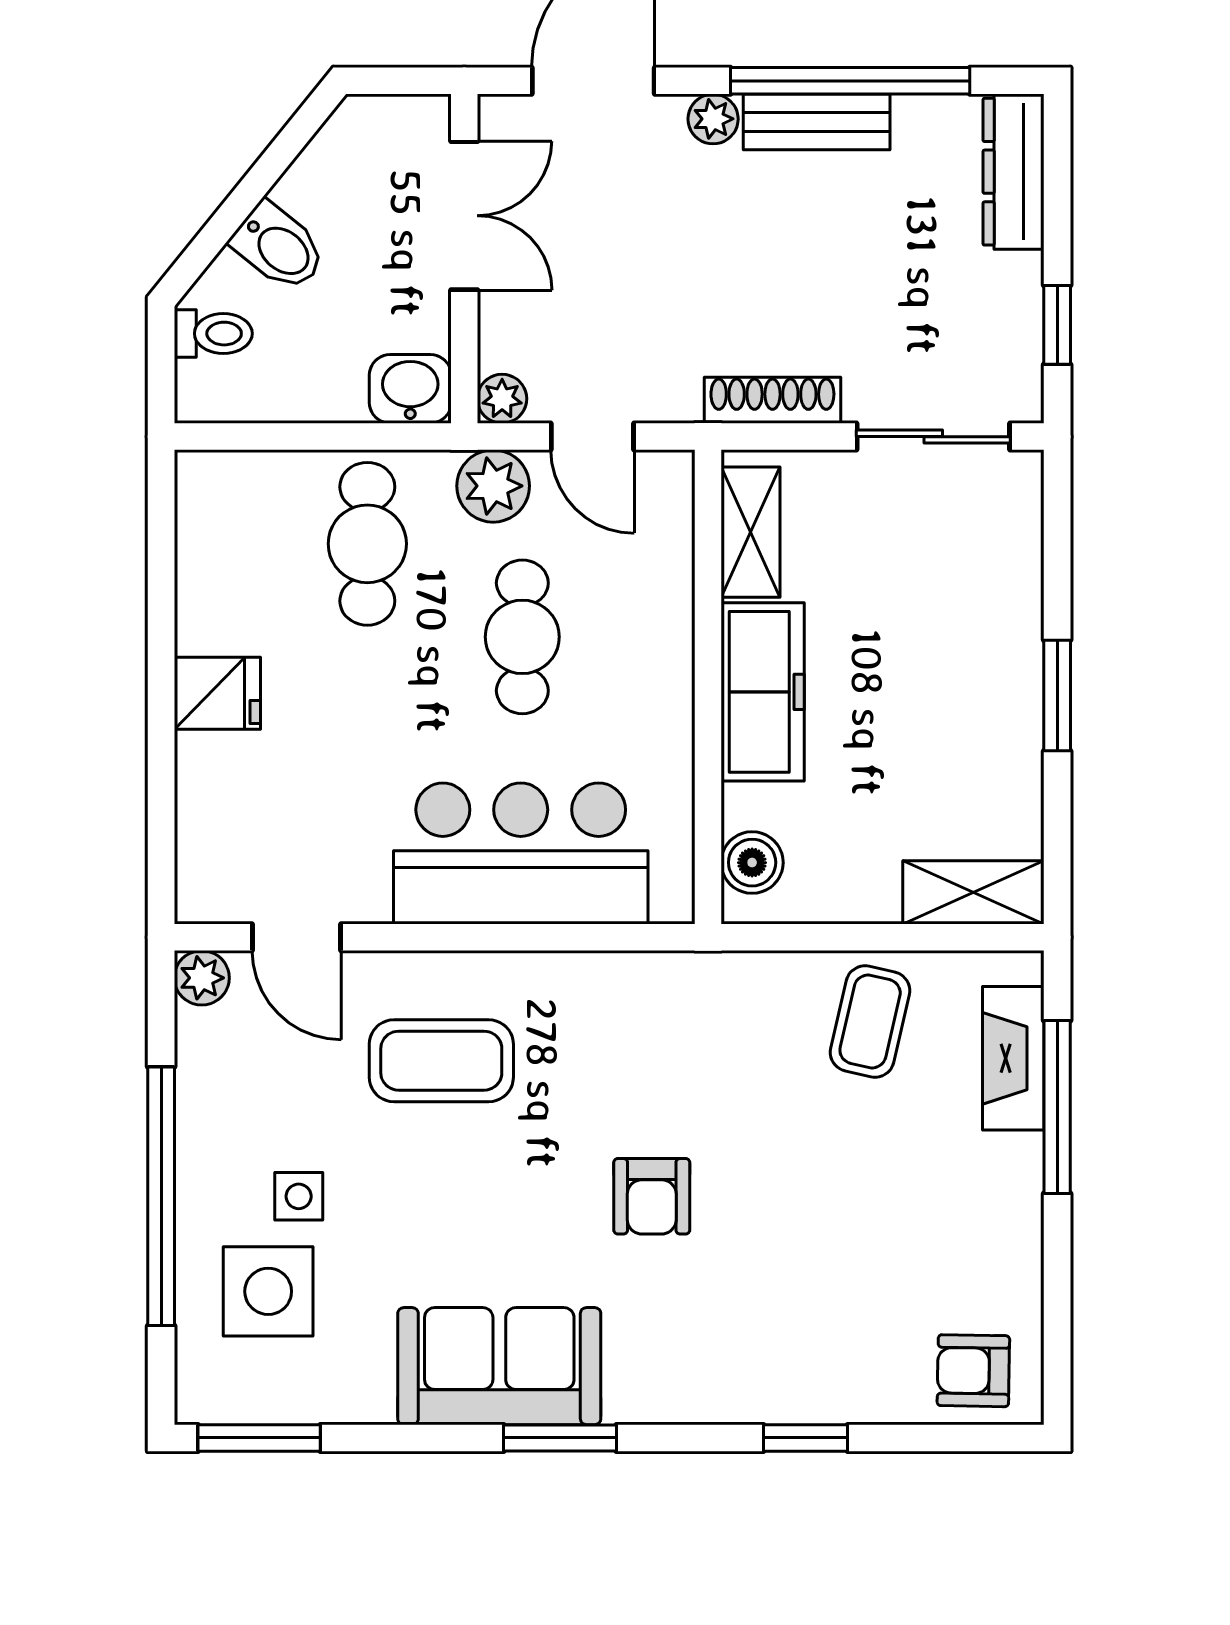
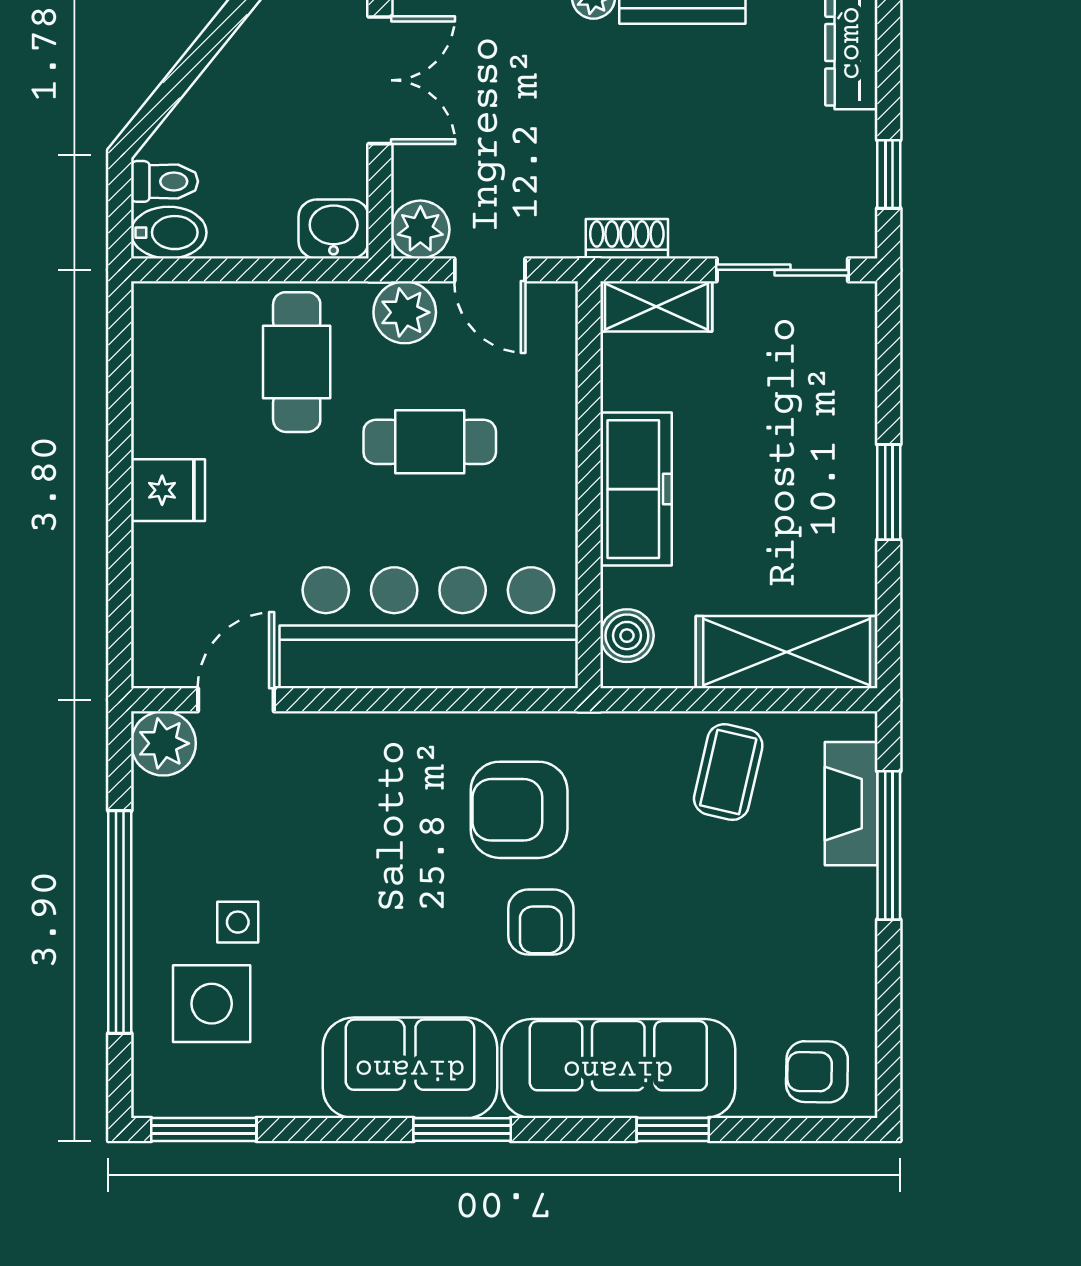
bidet: (279, 247) -> (169, 233), moved, turned -39
plant: (502, 399) -> (420, 230), width x1.38, depth x1.38
shoe rack: (772, 400) -> (627, 239), width x0.70
shelving: (750, 532) -> (656, 306), moved, turned 90
cafe table: (522, 637) -> (430, 442), turned 90
bar counter: (521, 853) -> (428, 628), width x1.36
shelving: (973, 892) -> (787, 652), width x1.50, depth x1.33
door: (296, 937) -> (236, 700), swing flipped
plant: (202, 978) -> (163, 743), width x1.38, depth x1.38
coffee table: (441, 1061) -> (360, 806), removed
armchair: (626, 1066) -> (519, 810), added
sofa: (742, 1367) -> (618, 1069), added

